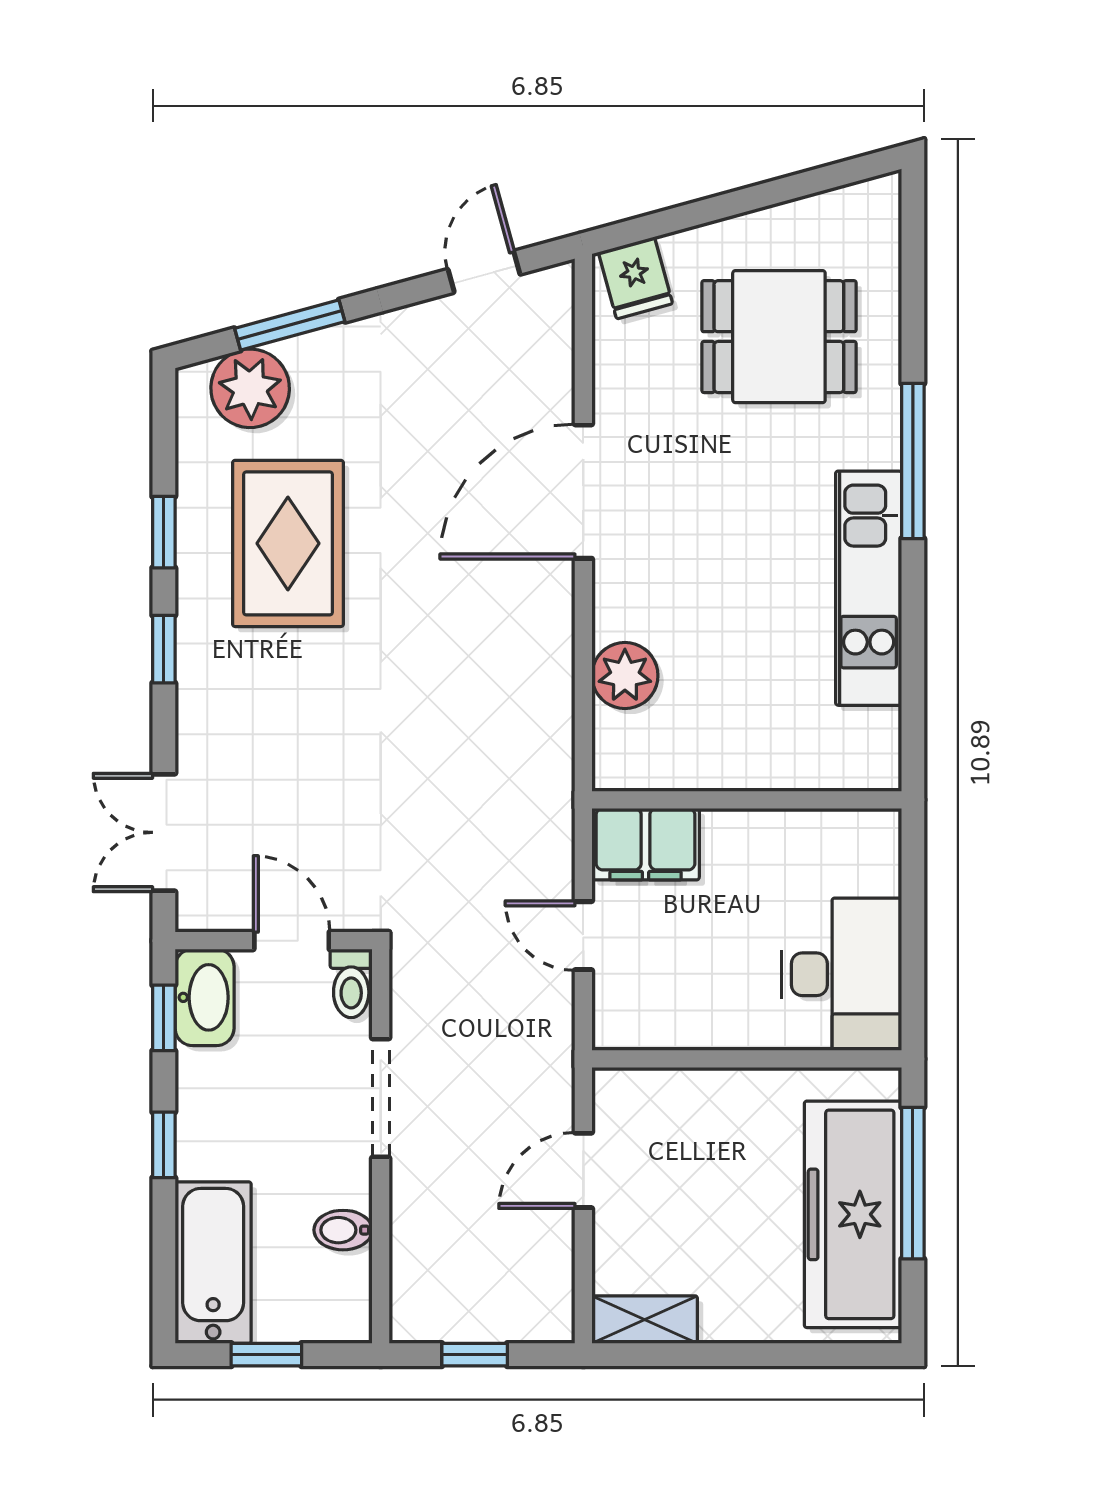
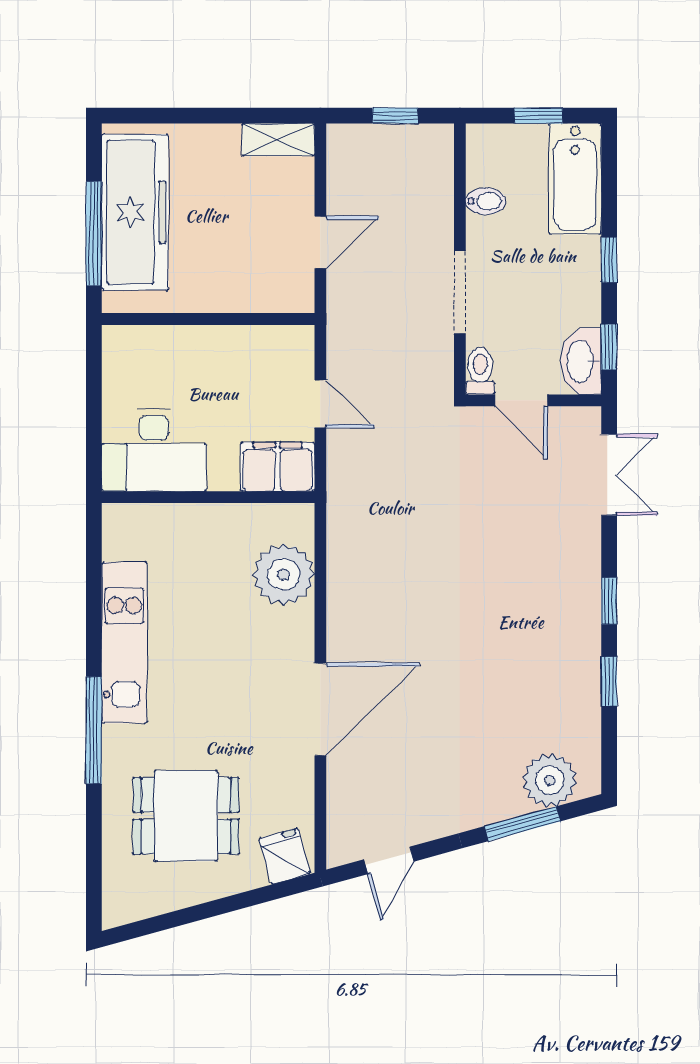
rug: (288, 543) -> (524, 674), removed
plant: (625, 676) -> (284, 574), width x1.36, depth x1.36
desk: (842, 974) -> (154, 450), moved, turned -90

